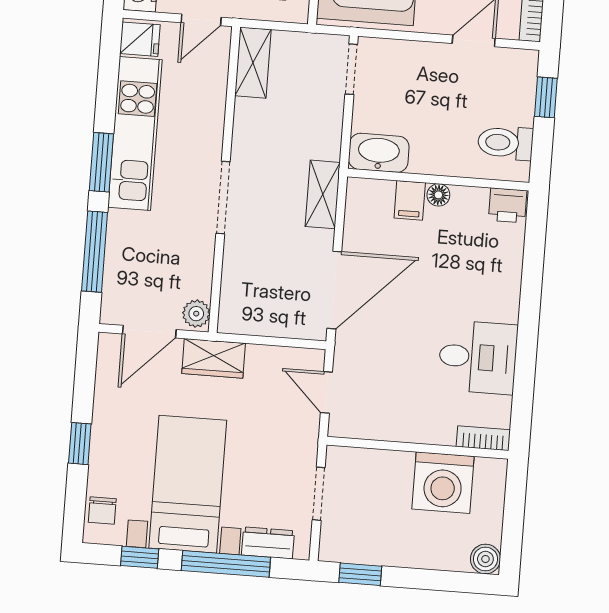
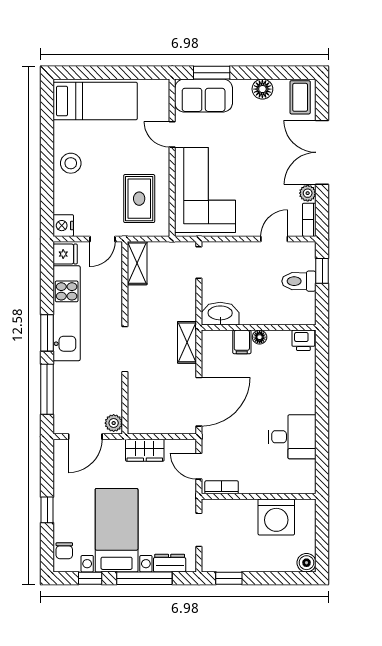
toilet: (505, 143) -> (299, 281), moved
wardrobe: (214, 358) -> (145, 450), moved
bookcase: (483, 438) -> (222, 487), moved

